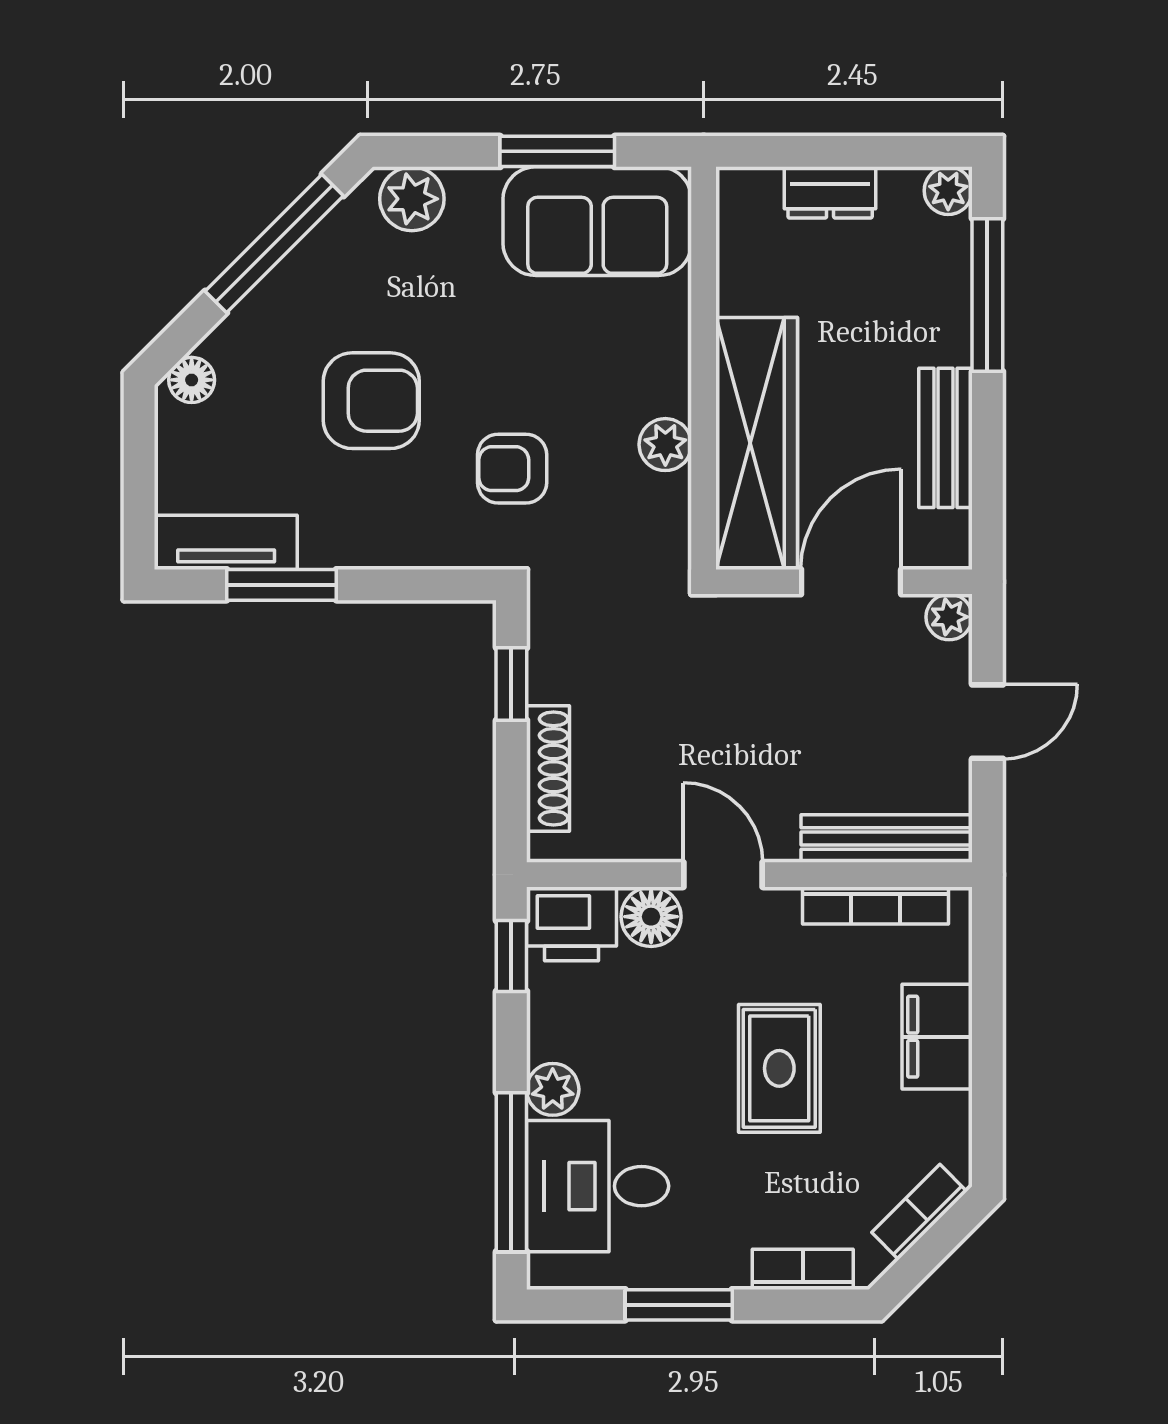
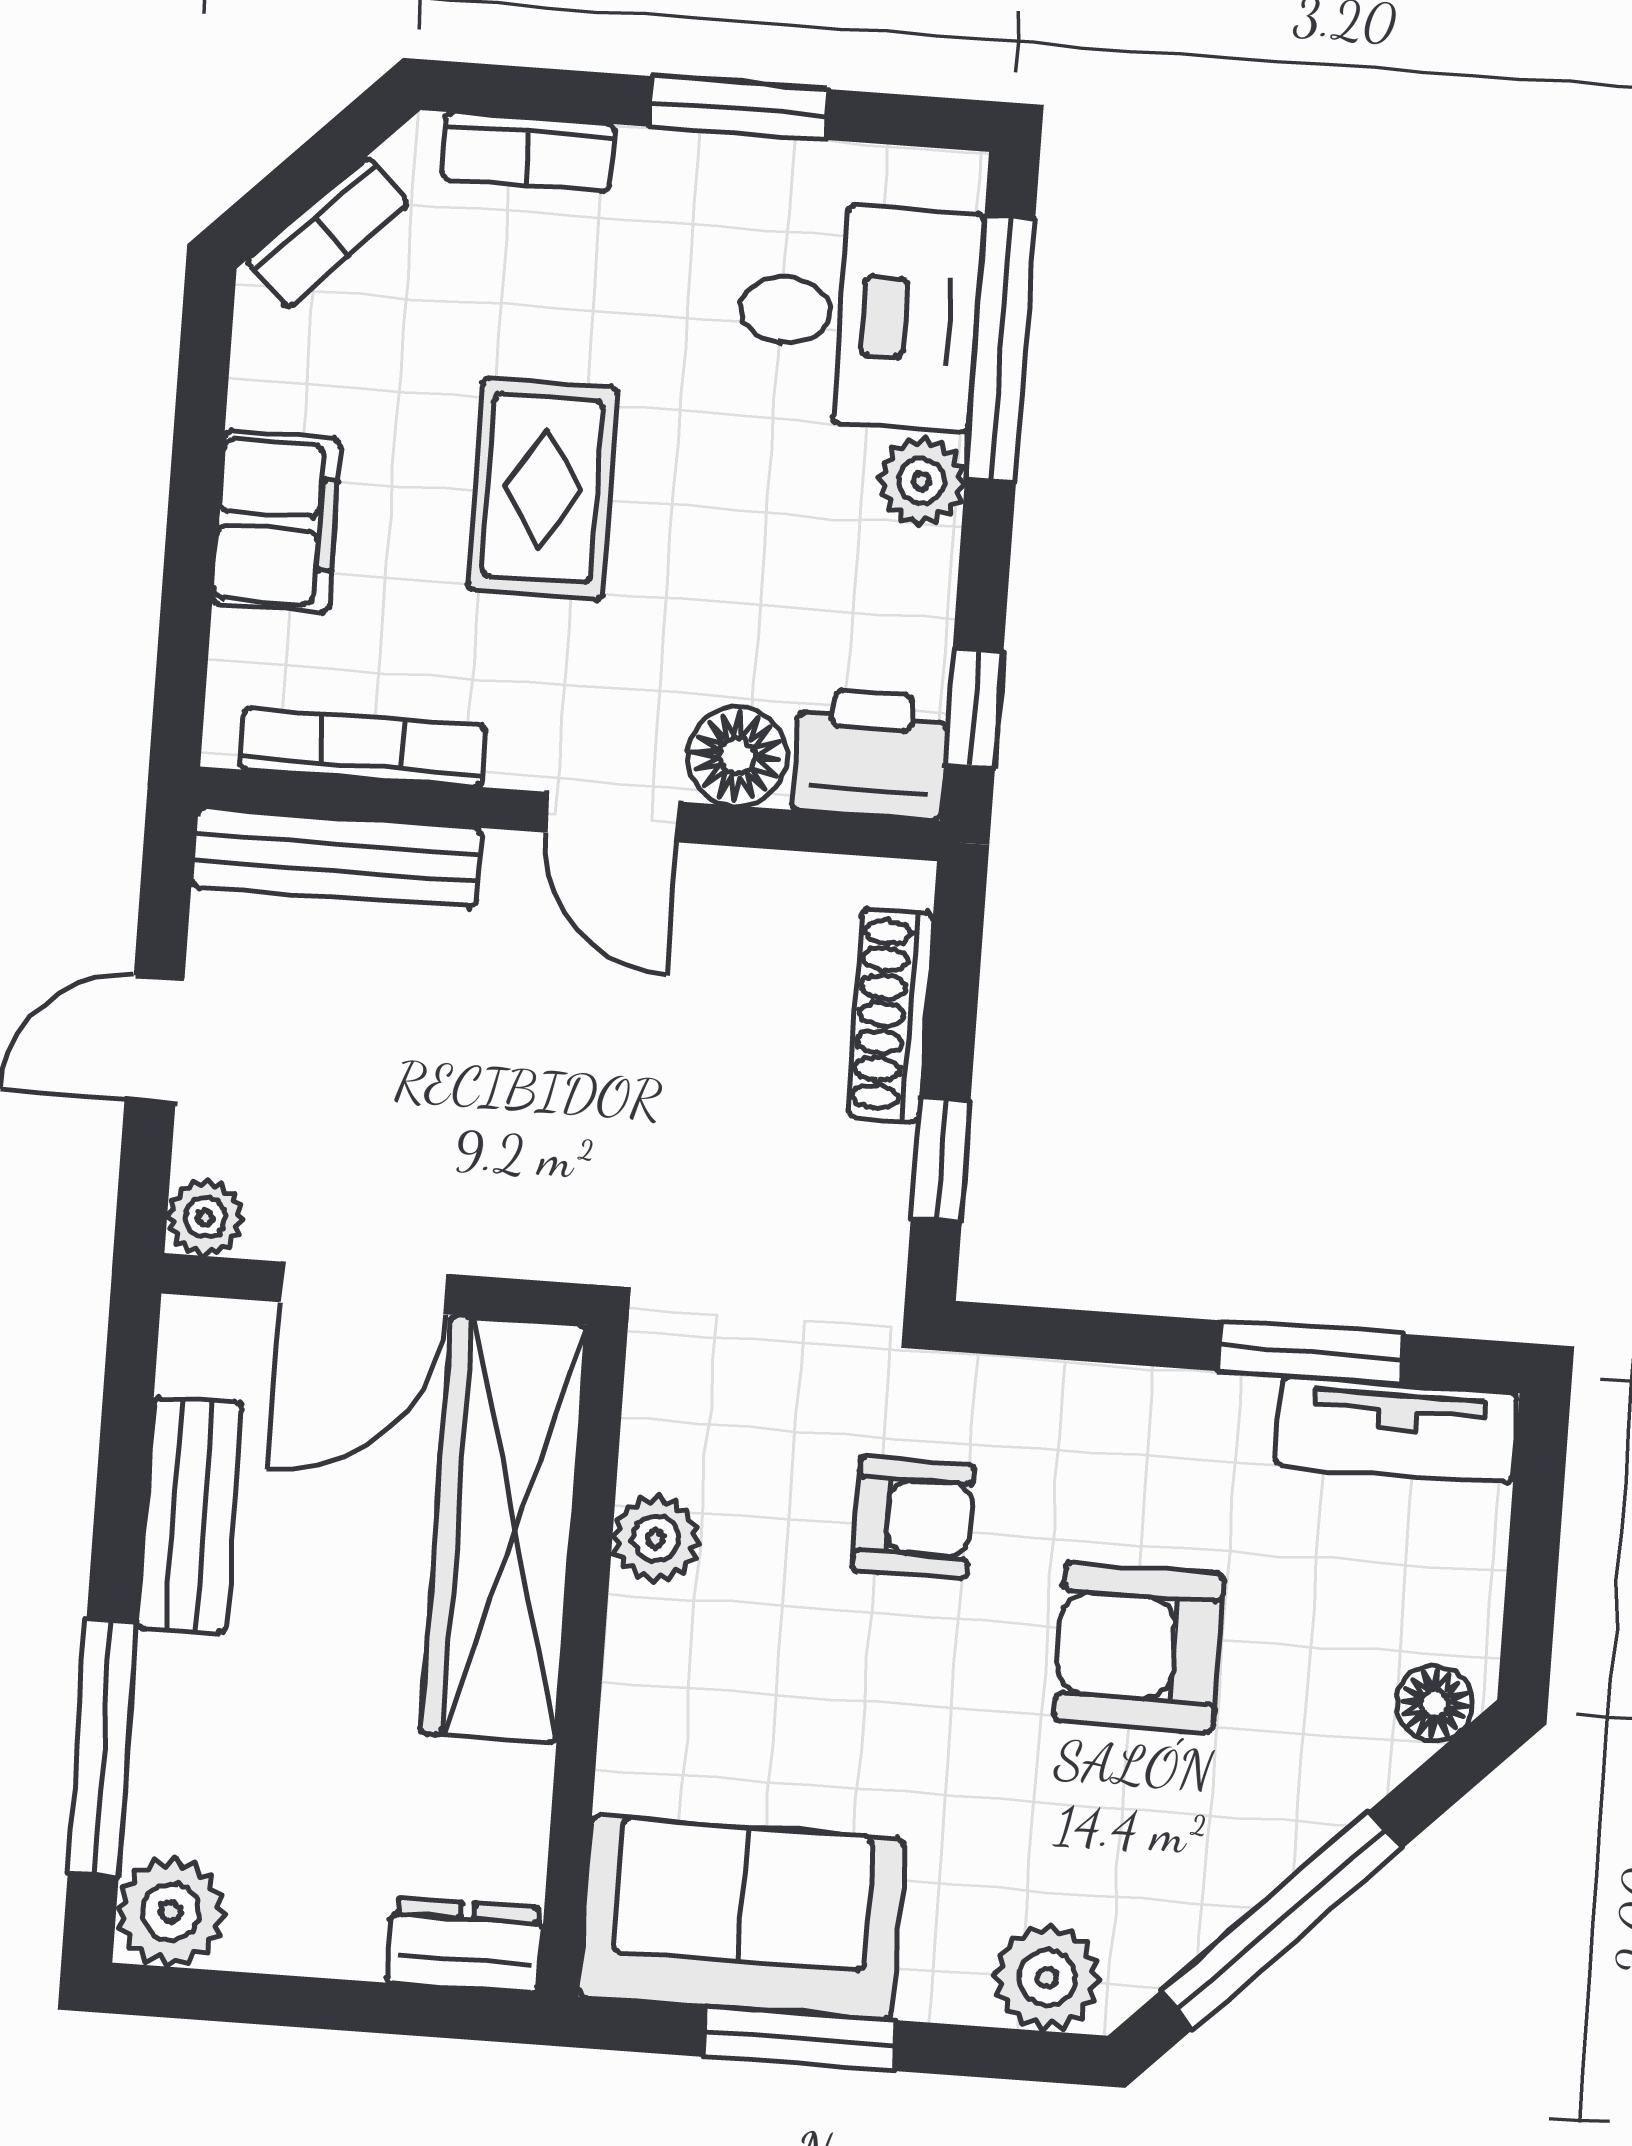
plant: (948, 191) -> (171, 1912), width x1.38, depth x1.38
dresser: (830, 192) -> (465, 1946), moved

